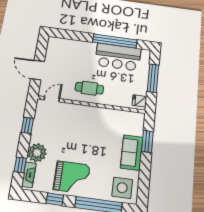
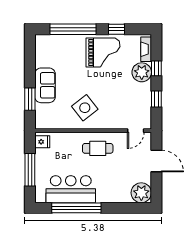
plant: (56, 45) -> (141, 193), added
window: (20, 165) -> (156, 68), moved
grand piano: (72, 177) -> (103, 53), turned 180
side table: (122, 188) -> (85, 108), moved, turned -38

